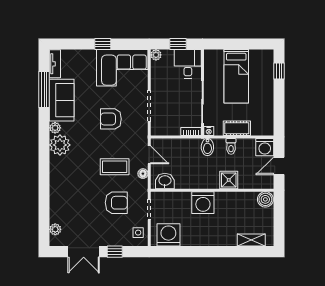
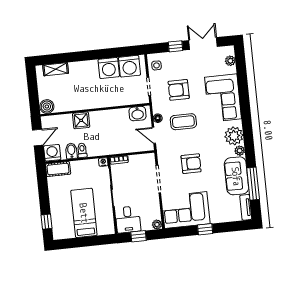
cot: (237, 128) -> (58, 169), moved
bidet: (207, 147) -> (71, 151), moved
corner sofa: (68, 189) -> (223, 98), added
washing machine: (203, 203) -> (109, 68), moved, turned 180

